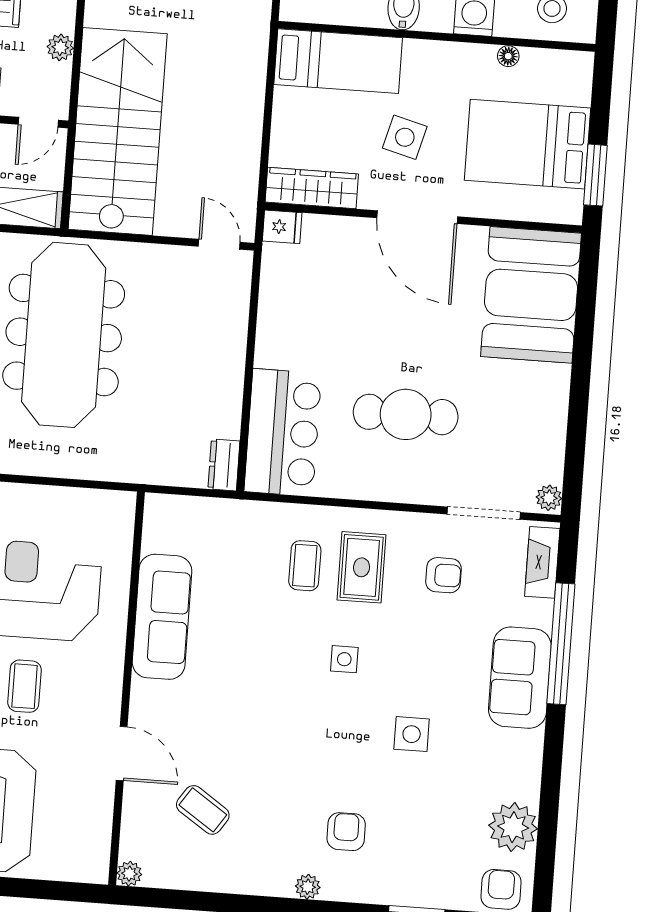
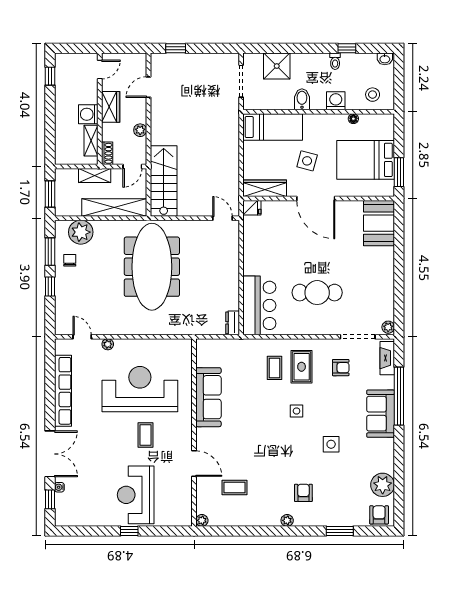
stairs: (118, 131) -> (164, 181), width x0.73, depth x0.66
booth: (531, 295) -> (379, 223), width x0.73, depth x0.70
coffee table: (203, 810) -> (235, 488), turned -34

